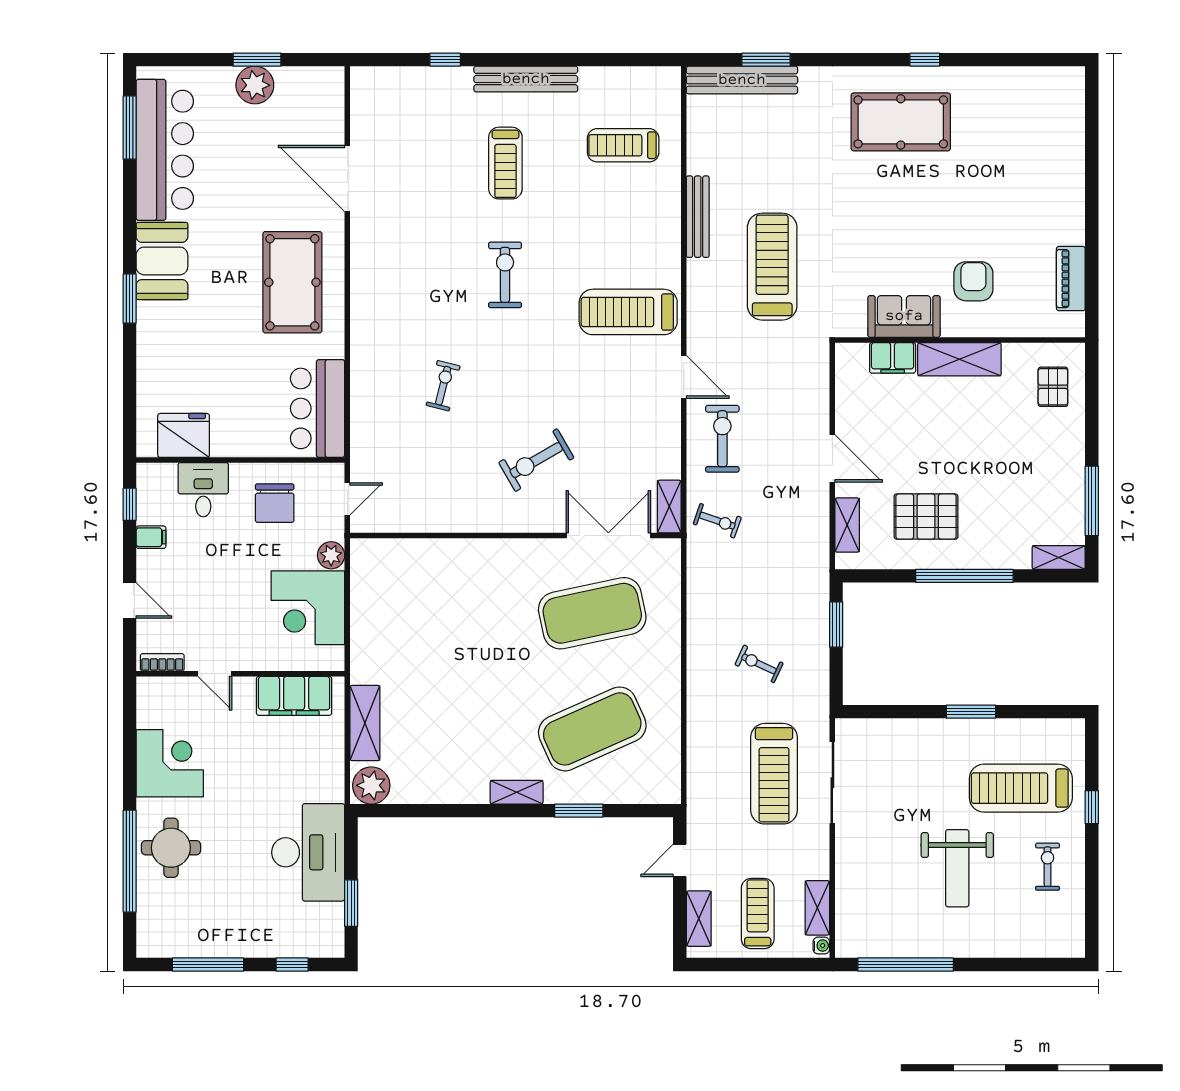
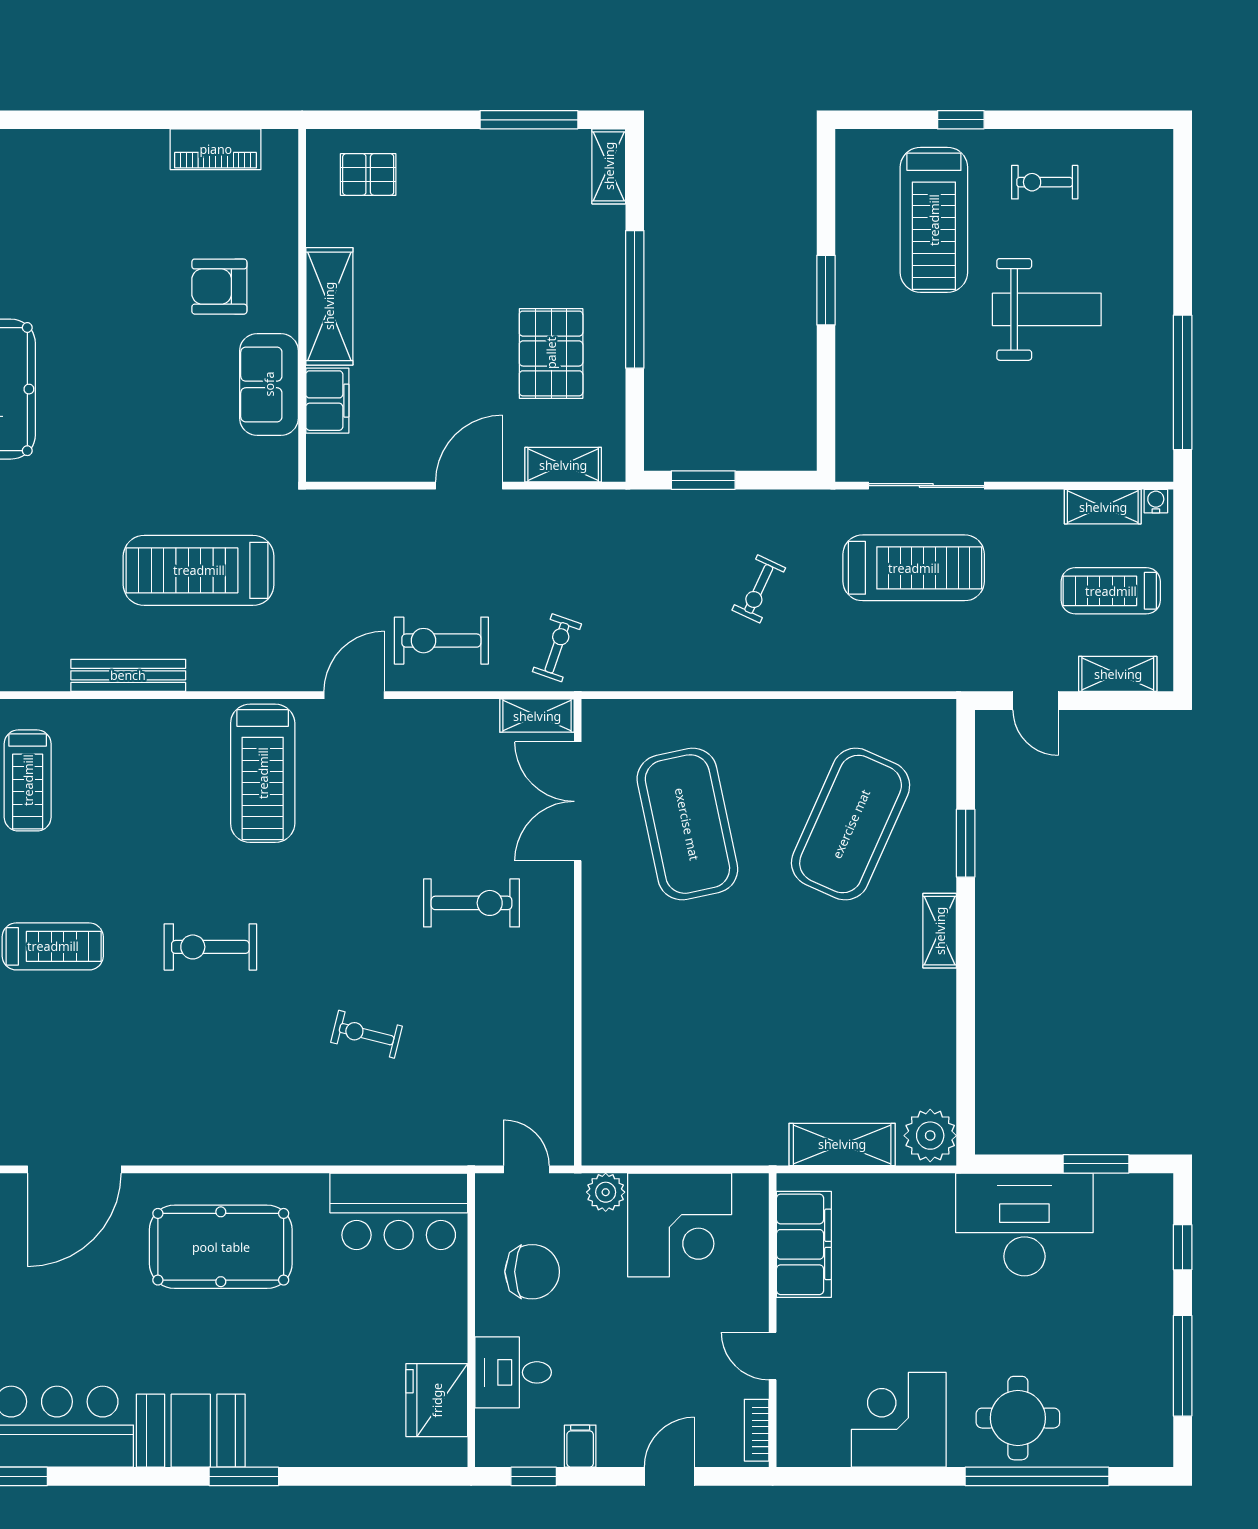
exercise bike: (536, 460) -> (471, 903), turned -60
door: (215, 674) -> (773, 1356), swing flipped
exercise mat: (592, 729) -> (851, 824), turned 48

